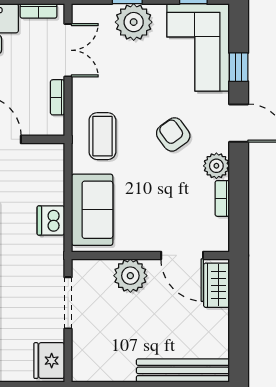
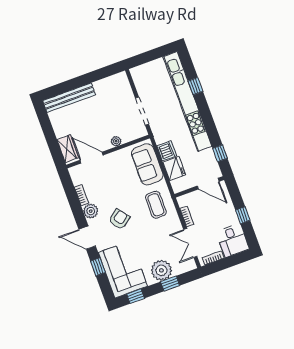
armchair: (173, 134) -> (119, 219), turned -91
plant: (130, 276) -> (116, 141), width x0.53, depth x0.53
fridge: (49, 361) -> (174, 168), moved

